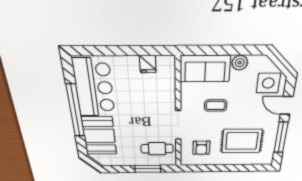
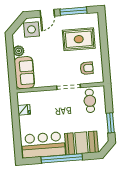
coffee table: (216, 105) -> (51, 62), removed
rug: (242, 141) -> (79, 39), turned 90
window: (148, 169) -> (110, 123), moved

